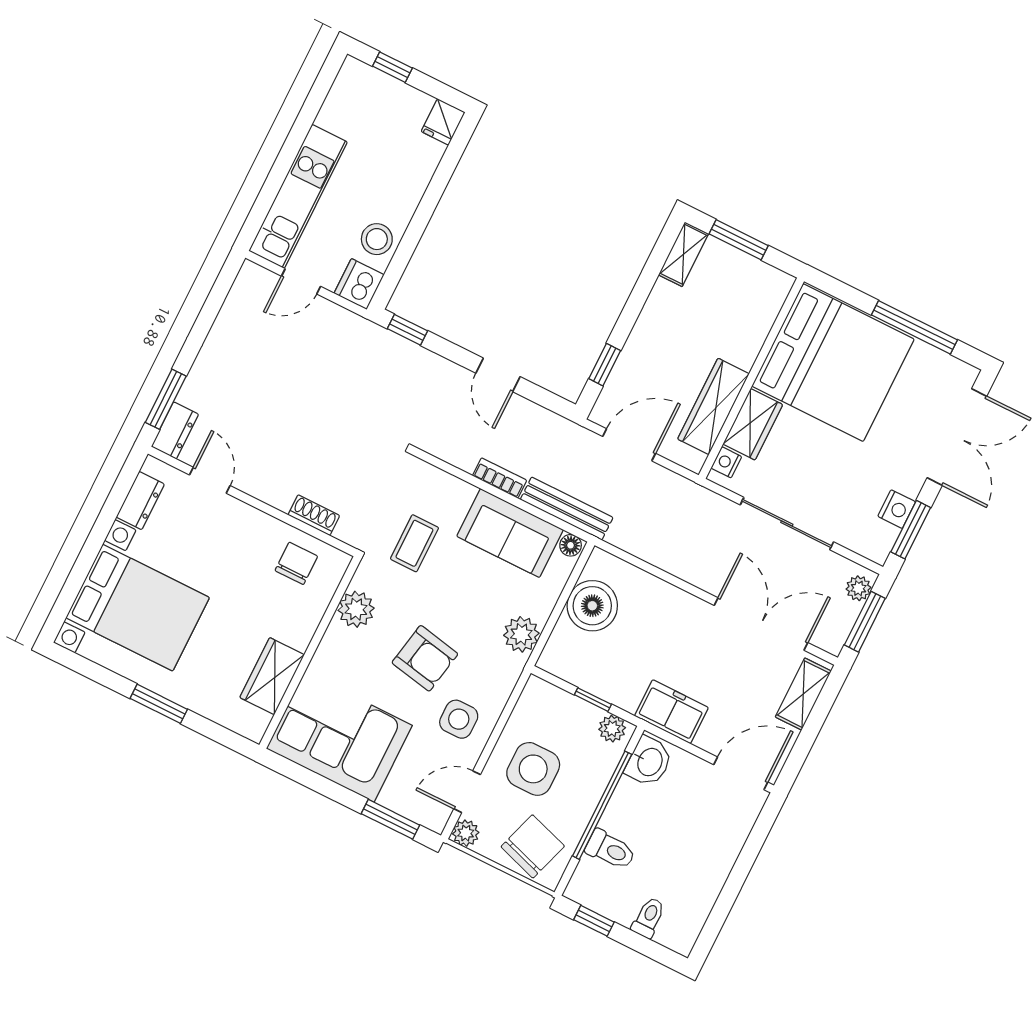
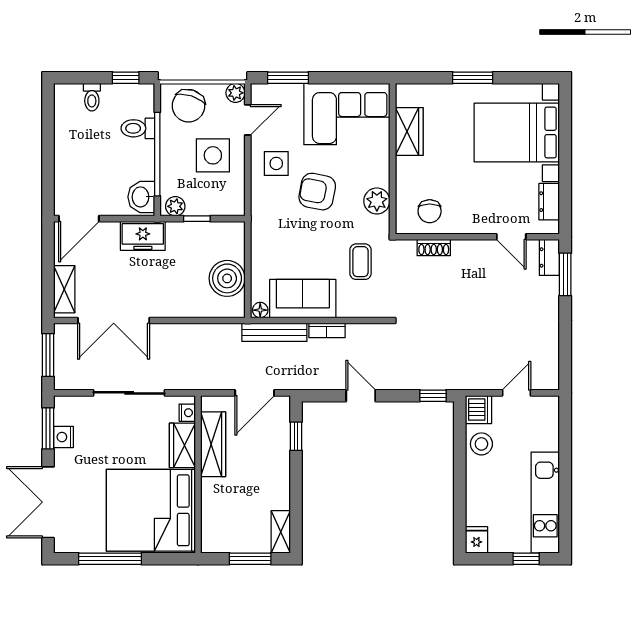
kitchen unit: (298, 196) -> (545, 503), moved
plant: (859, 588) -> (63, 374), removed
plant: (521, 634) -> (263, 238), removed

